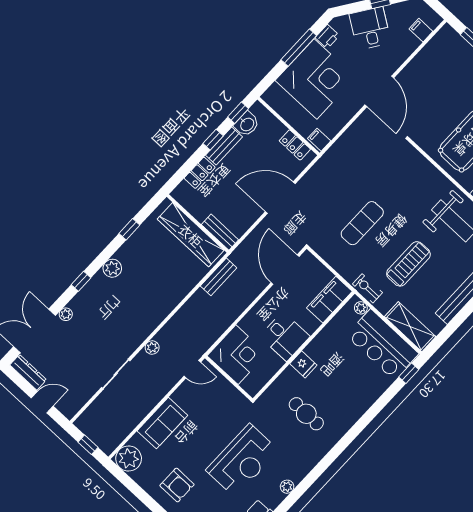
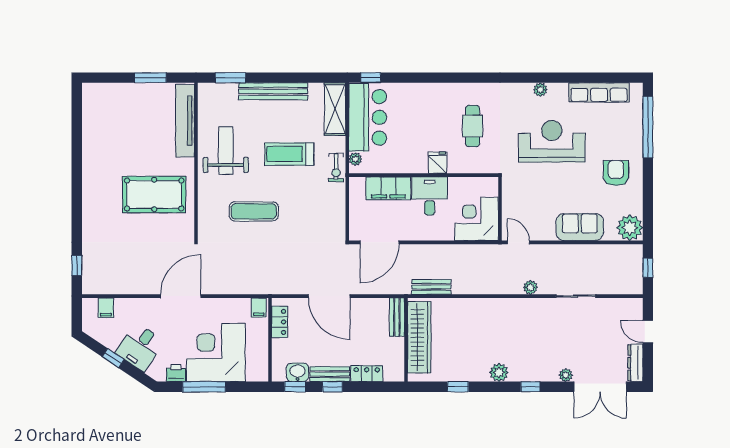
exercise mat: (362, 223) -> (254, 211), moved
filing cabinet: (329, 300) -> (388, 188), moved

